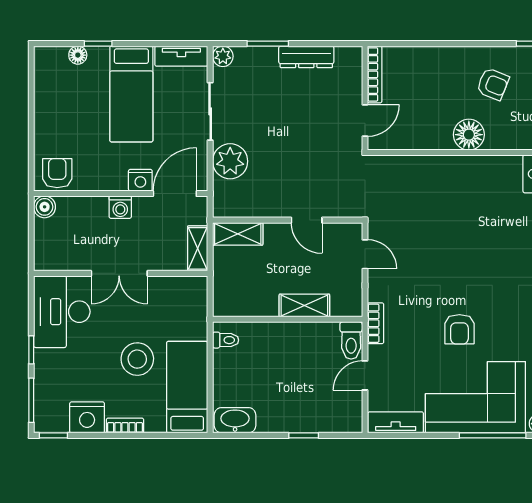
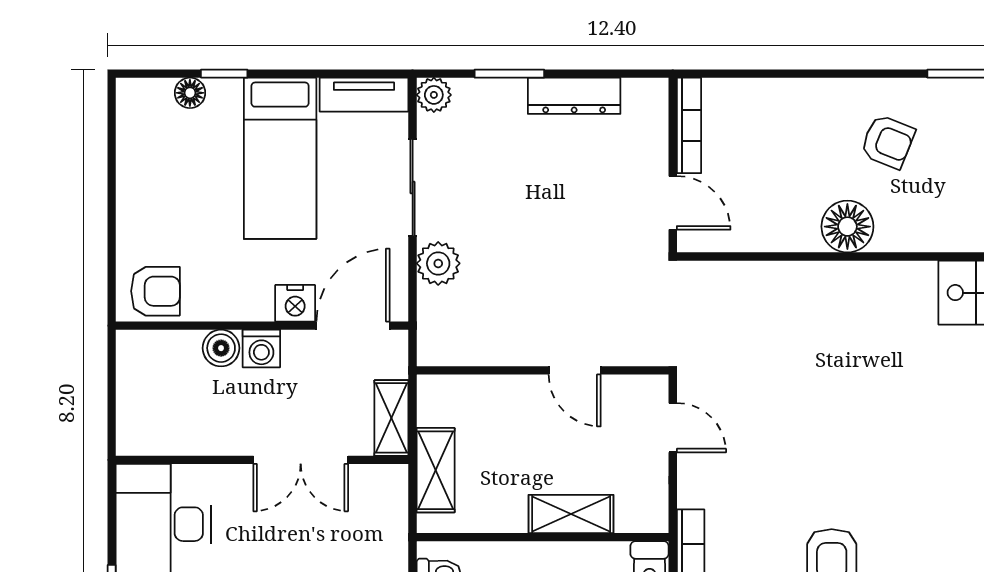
door: (365, 121) -> (673, 203), hinge flipped
plant: (230, 161) -> (438, 263), width x0.73, depth x0.73
armchair: (57, 173) -> (155, 291), turned 90
boiler: (45, 207) -> (221, 348), moved
shelving: (238, 234) -> (436, 470), moved, turned 90
double door: (119, 273) -> (301, 460), moved

